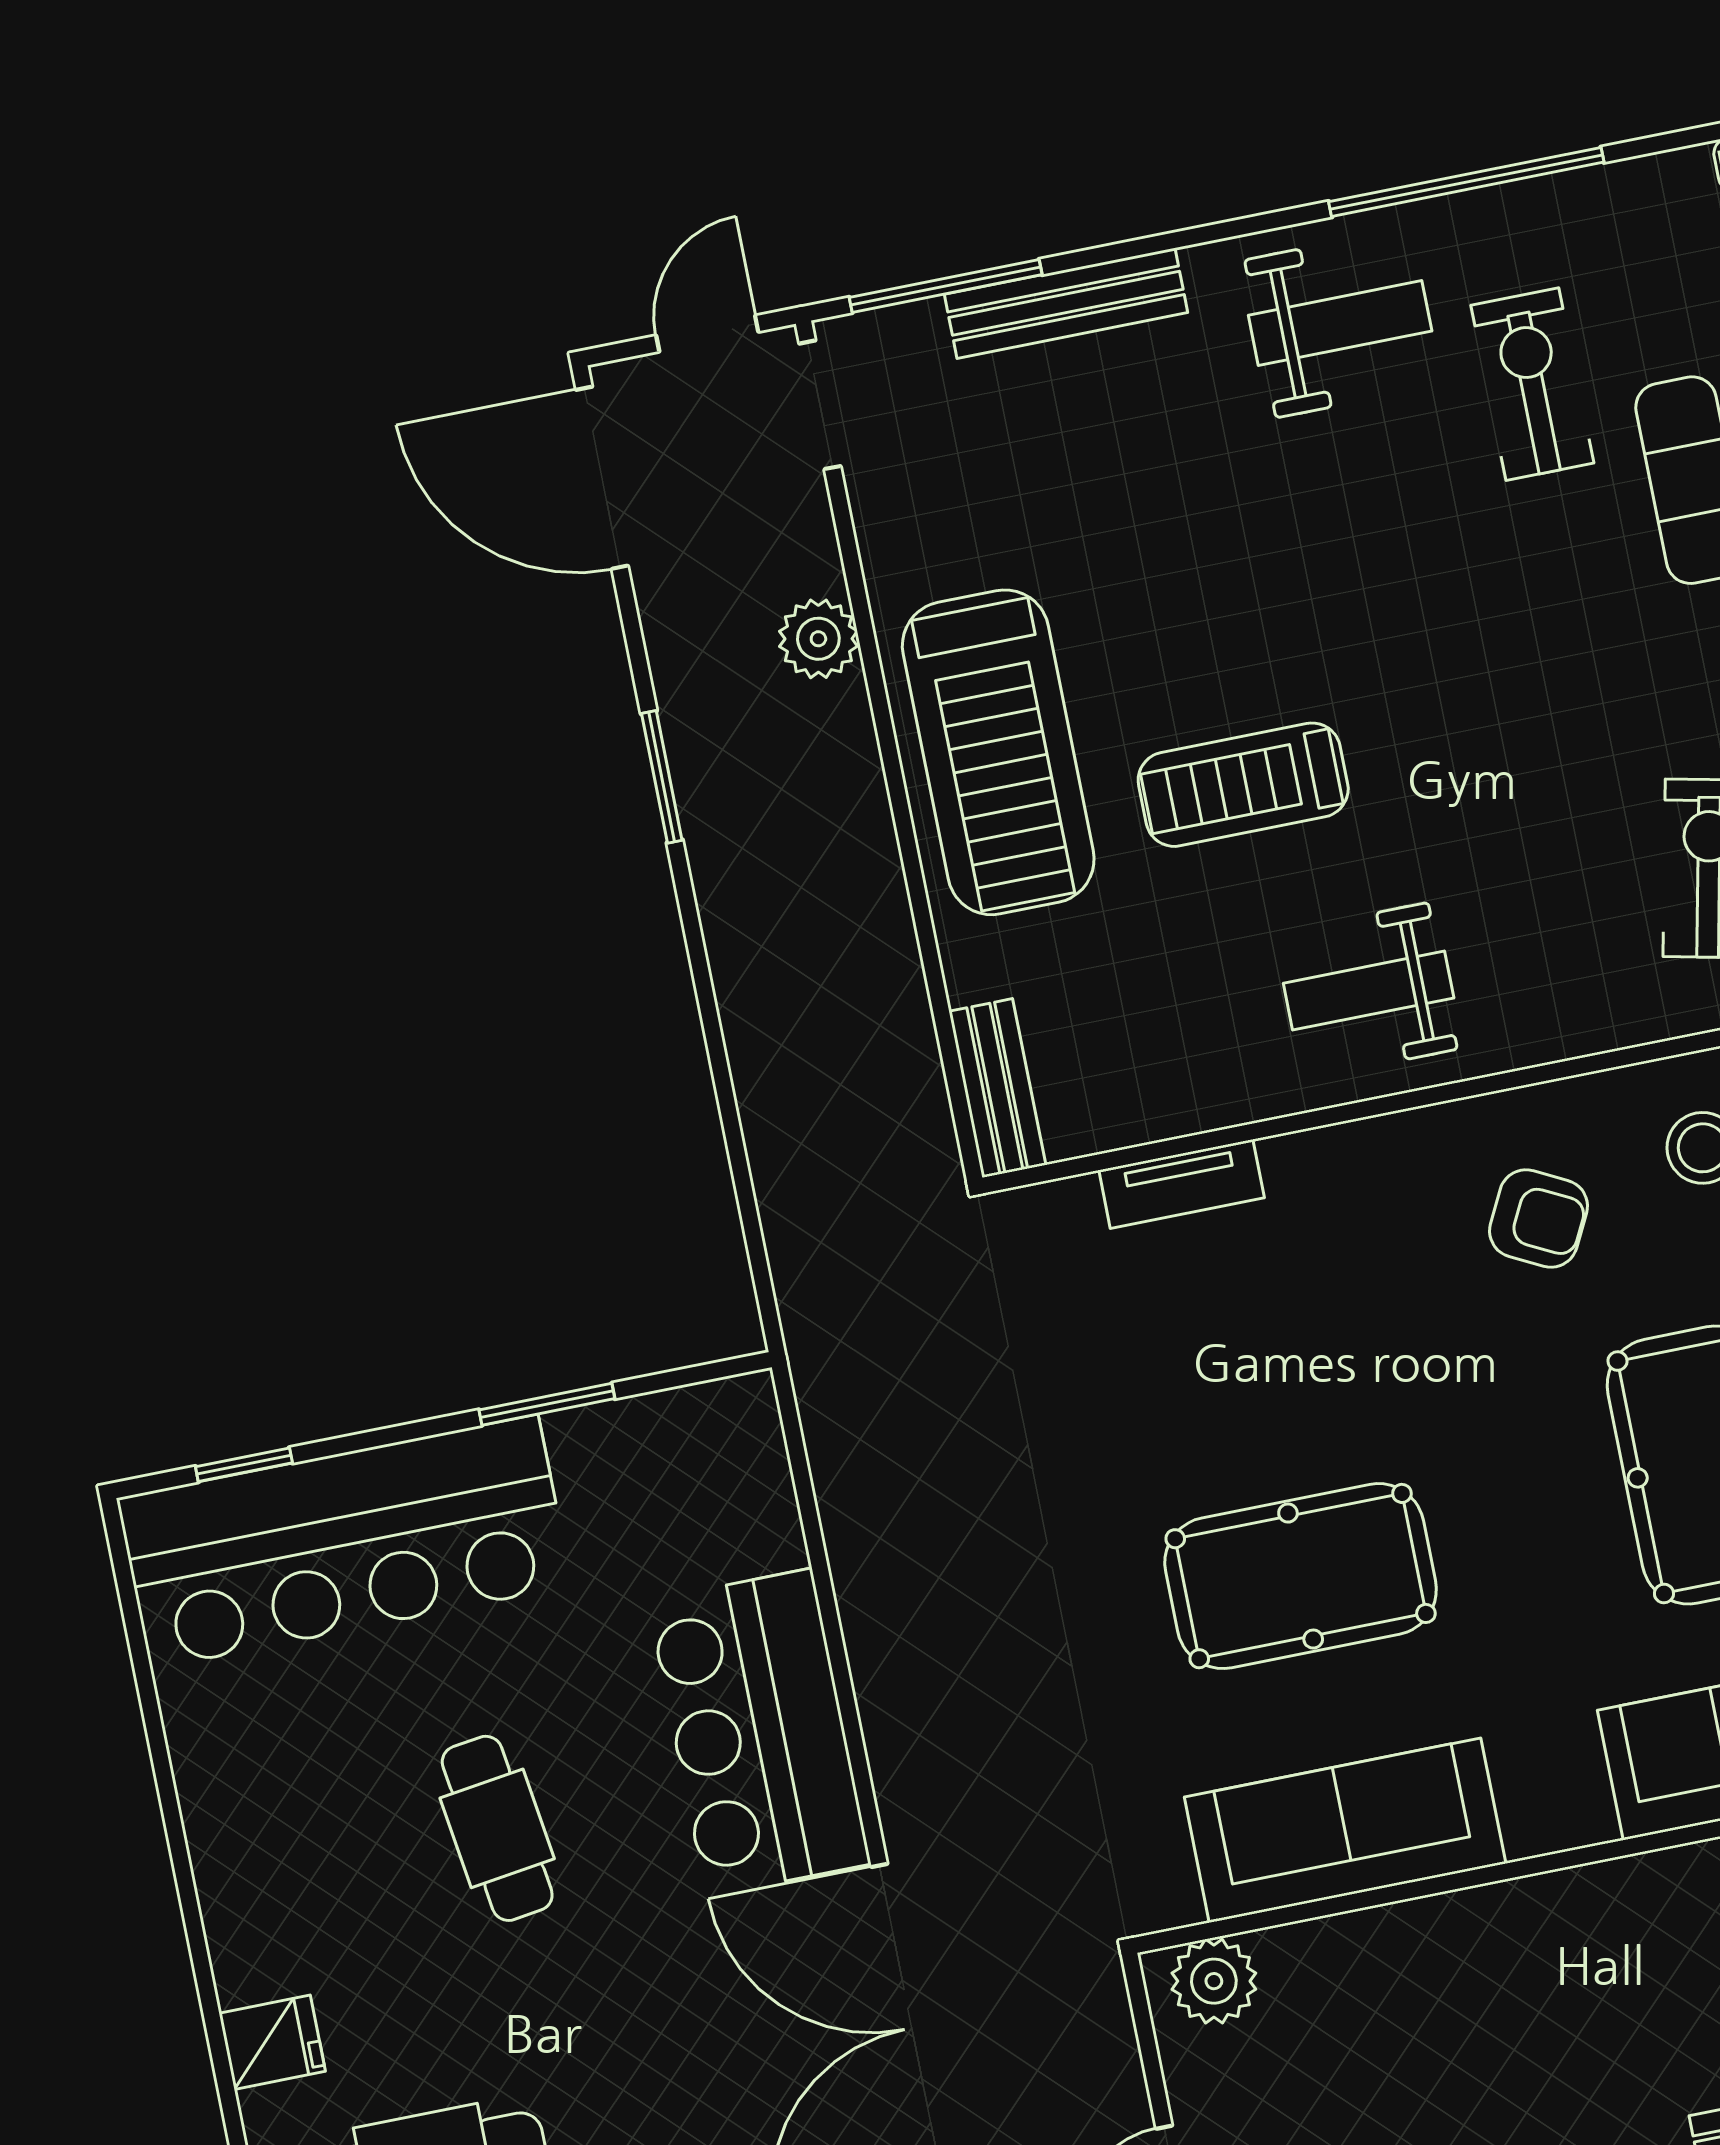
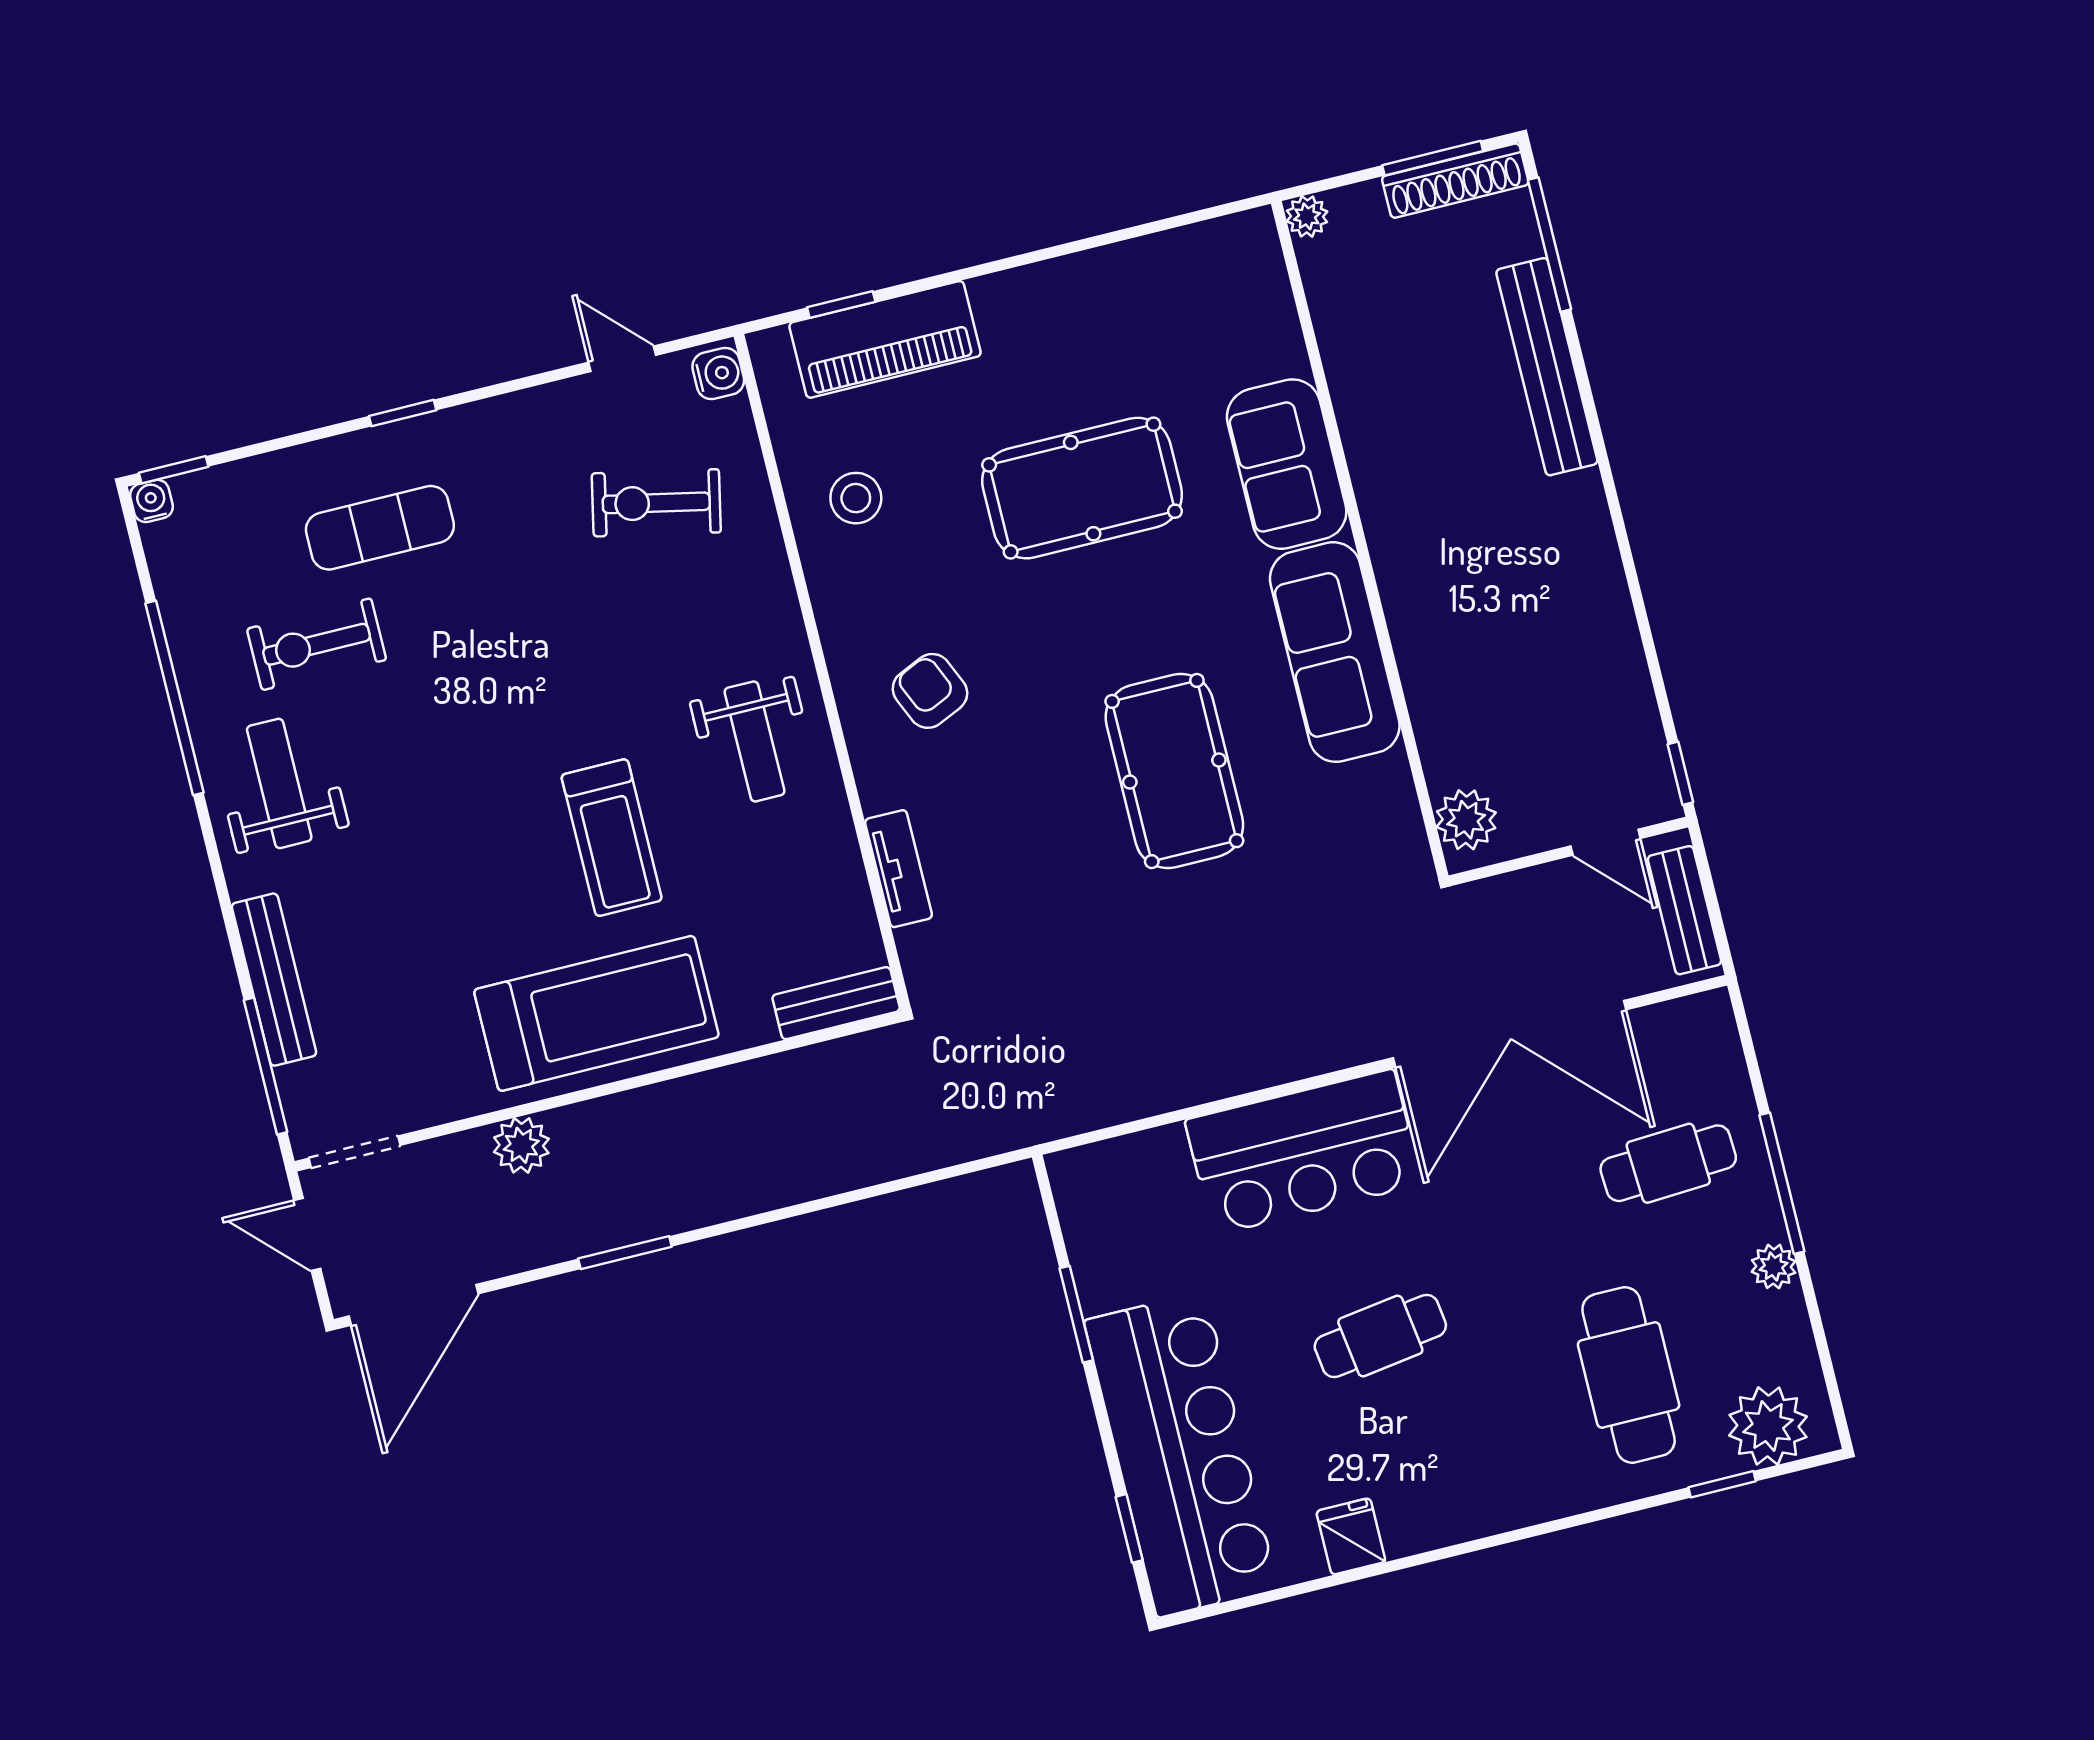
armchair: (1538, 1218) -> (930, 691), moved, turned -51
sofa: (1345, 1830) -> (1335, 652), moved
fridge: (272, 2042) -> (1351, 1536), moved

